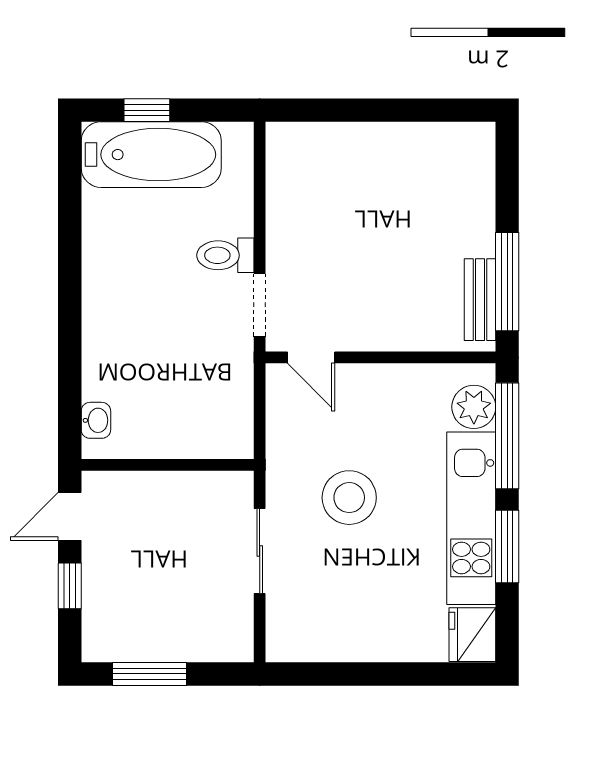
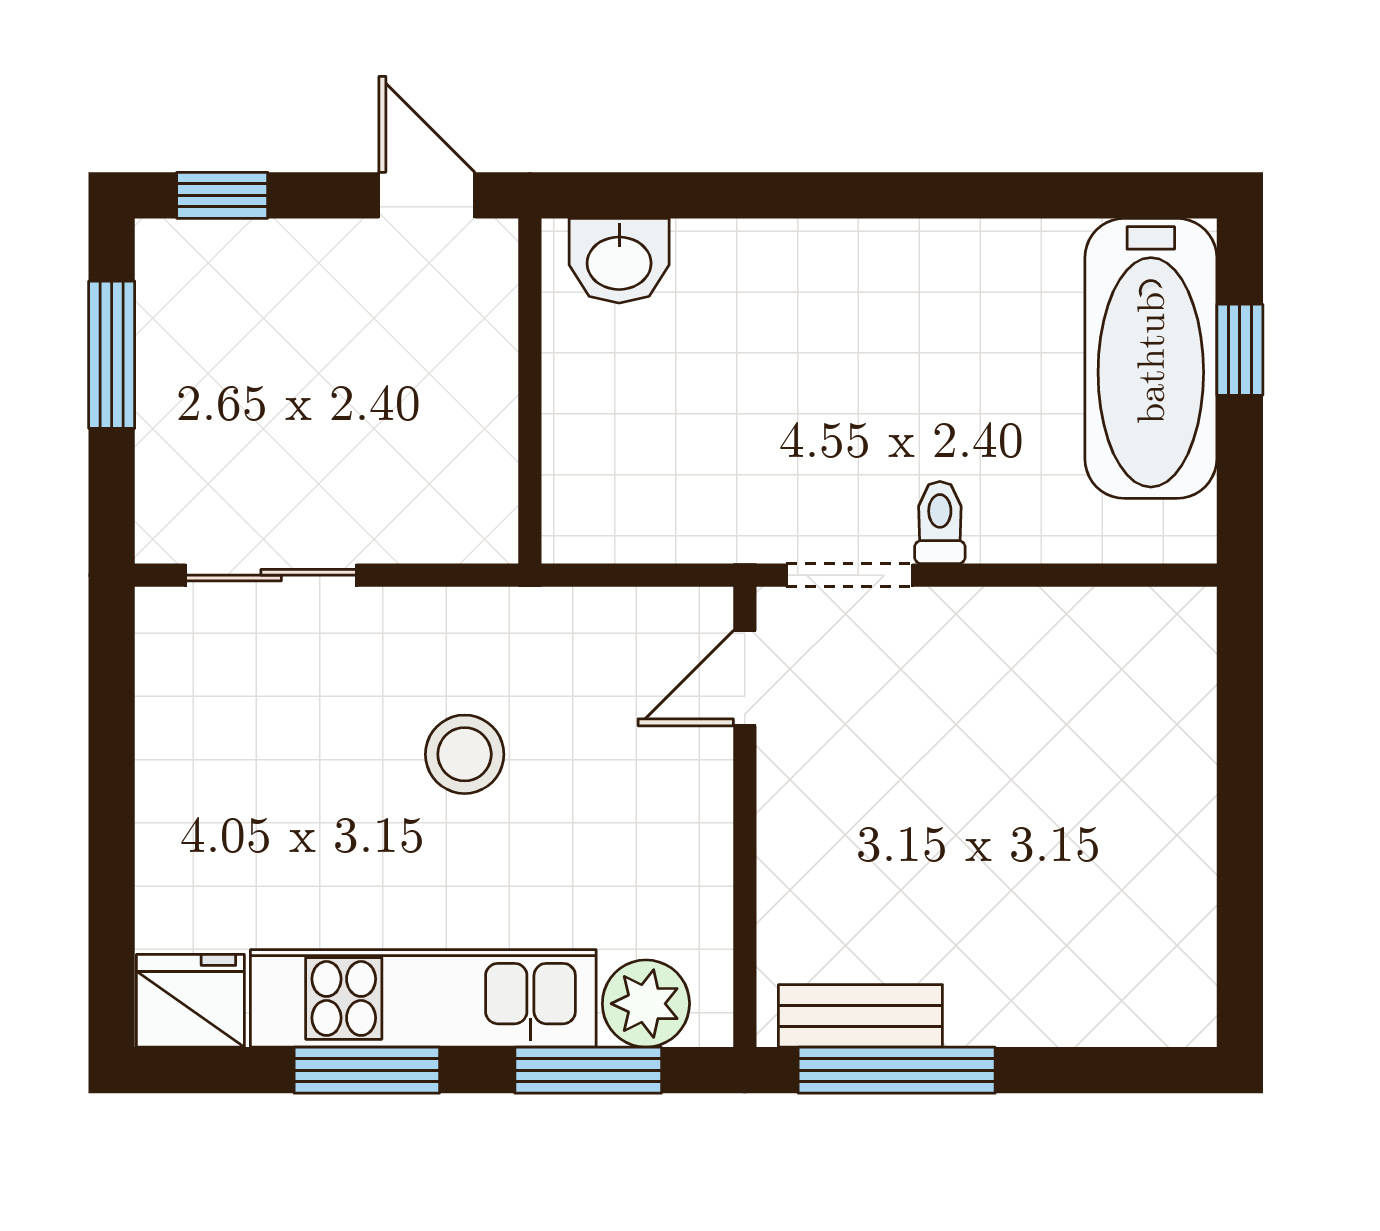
toilet: (225, 255) -> (940, 523), width x0.73, depth x0.72
washbasin: (96, 420) -> (619, 261), width x1.38, depth x1.45
window: (507, 436) -> (588, 1070), width x0.69
stool: (349, 498) -> (465, 754), width x0.73, depth x0.73
sliding door: (260, 551) -> (271, 575), moved
window: (70, 586) -> (222, 195), moved

